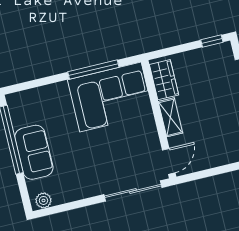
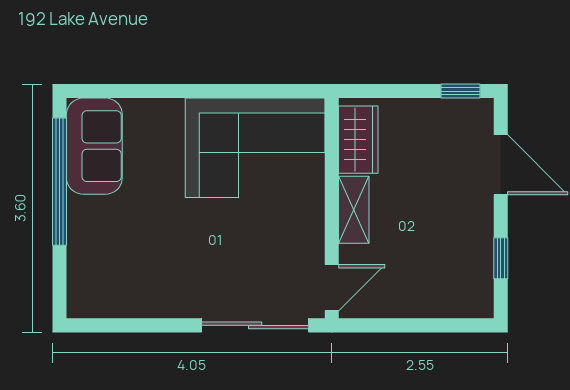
window: (93, 69) -> (236, 91), removed
sofa: (34, 152) -> (94, 146), moved
plant: (43, 200) -> (91, 304), removed

